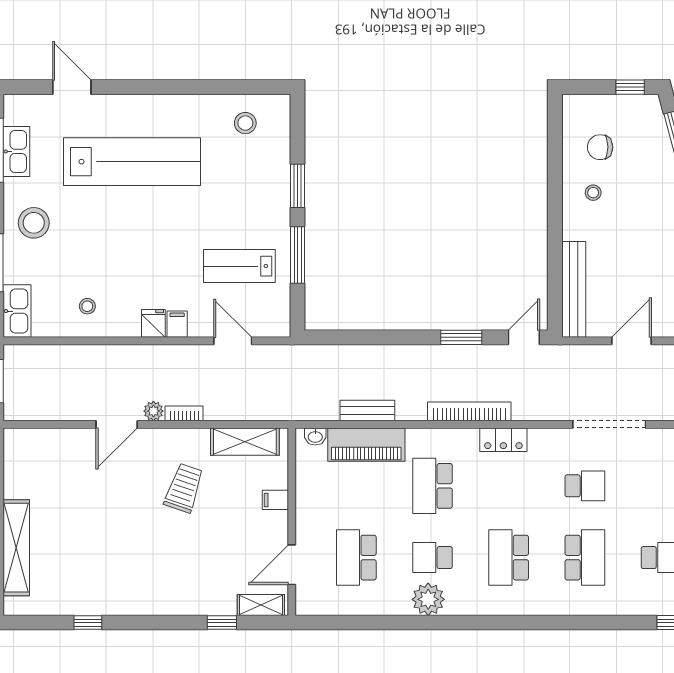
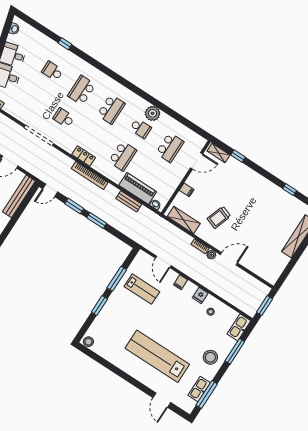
stool: (245, 123) -> (88, 342), moved
fridge: (153, 323) -> (200, 295), moved
window: (403, 337) -> (97, 221), added

